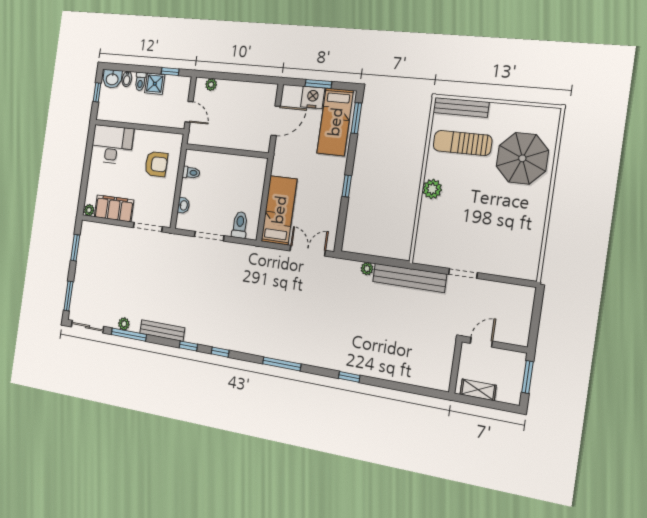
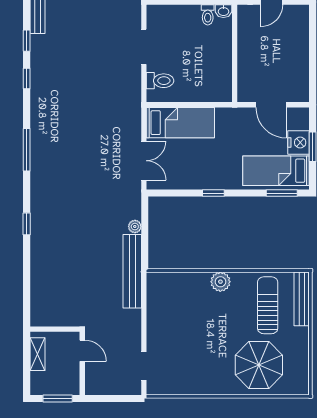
plant: (211, 85) -> (302, 24), removed
washbasin: (183, 205) -> (223, 11), moved
doorway: (463, 273) -> (144, 366), moved

